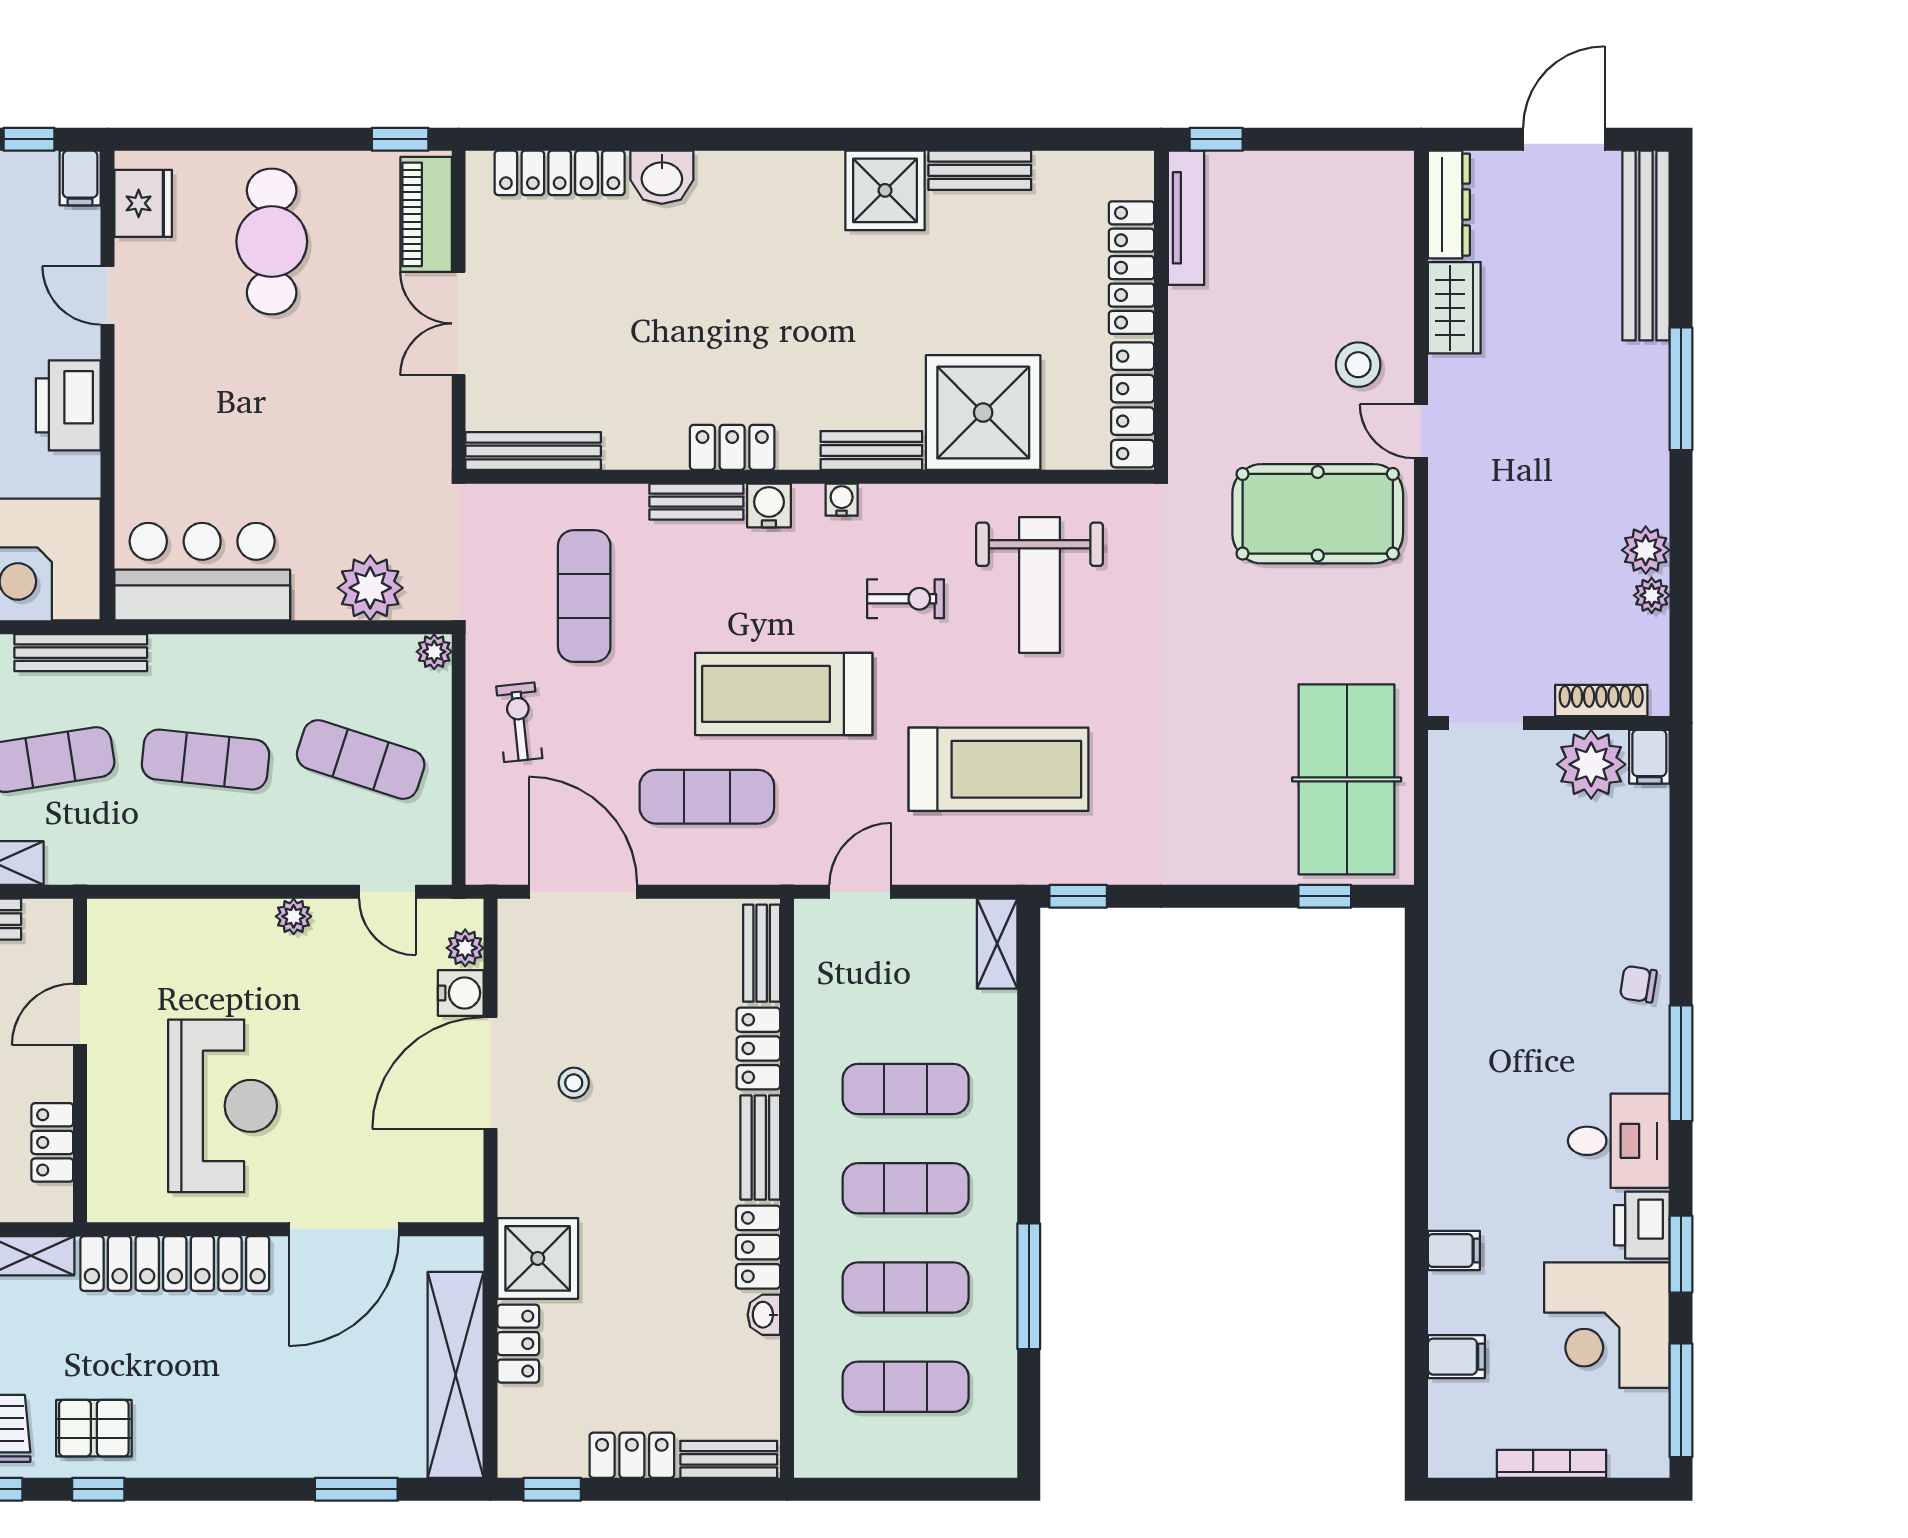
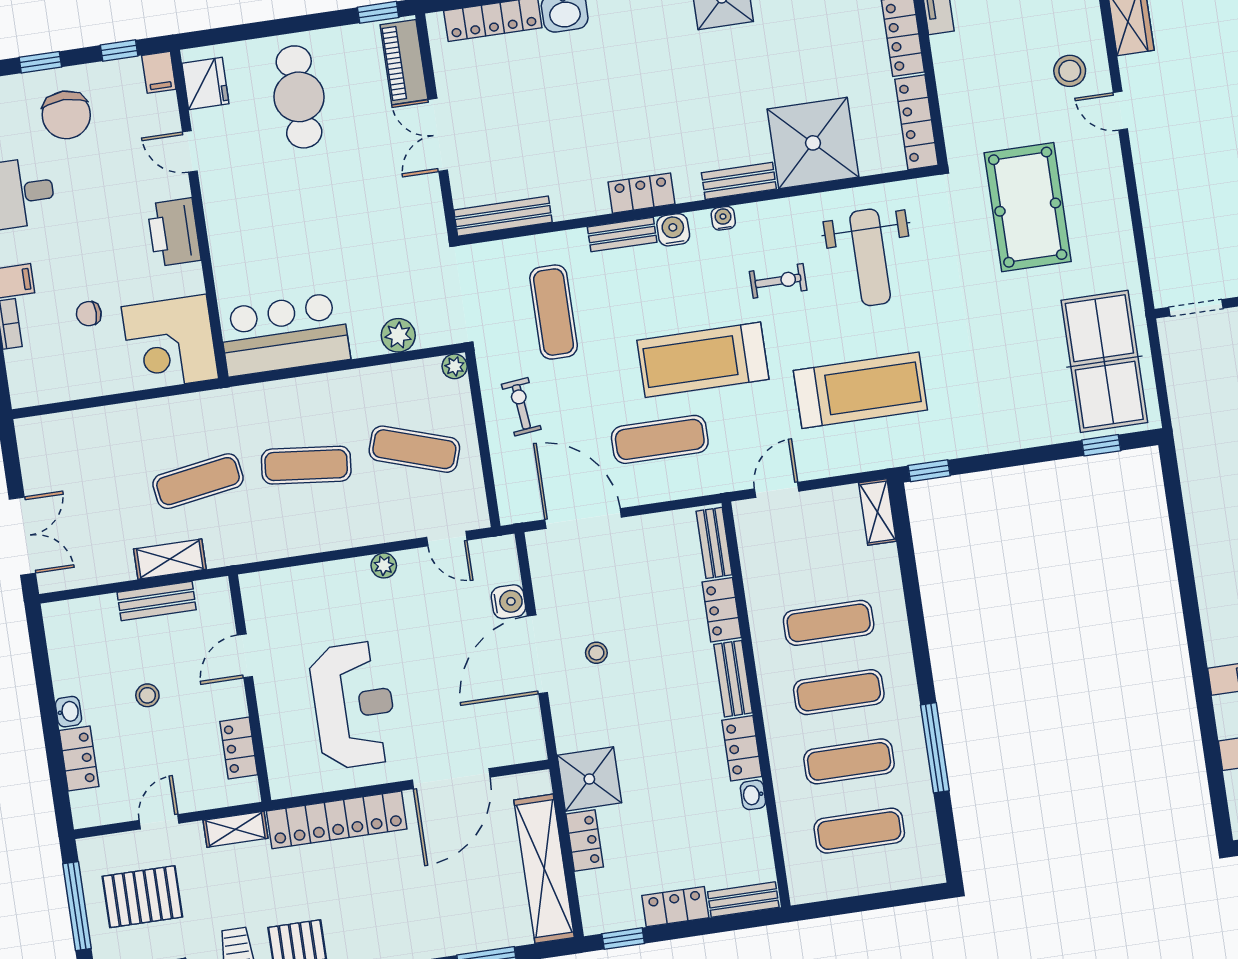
pool table: (1318, 514) -> (1028, 207), moved, turned 90
plant: (370, 588) -> (398, 335), width x0.73, depth x0.73
bench: (81, 653) -> (208, 403), removed
plant: (465, 948) -> (507, 570), removed

